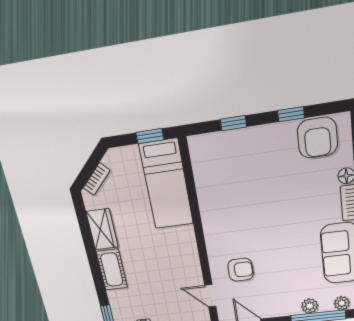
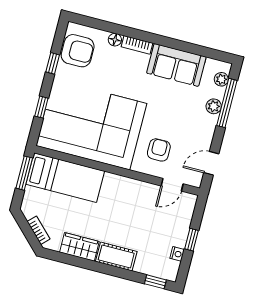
window: (150, 136) -> (24, 173), width x1.50
corner sofa: (237, 189) -> (91, 125), added

